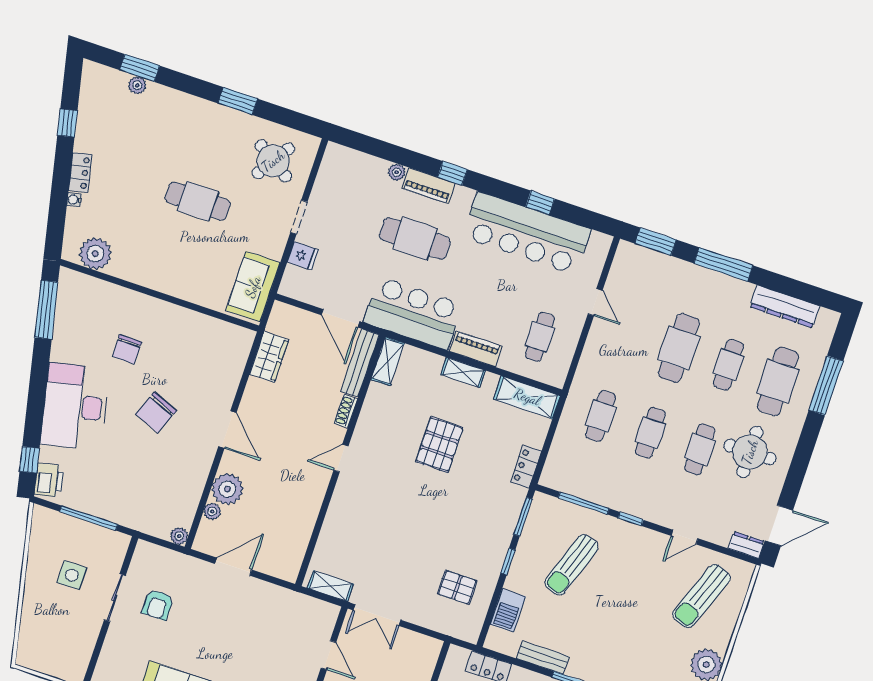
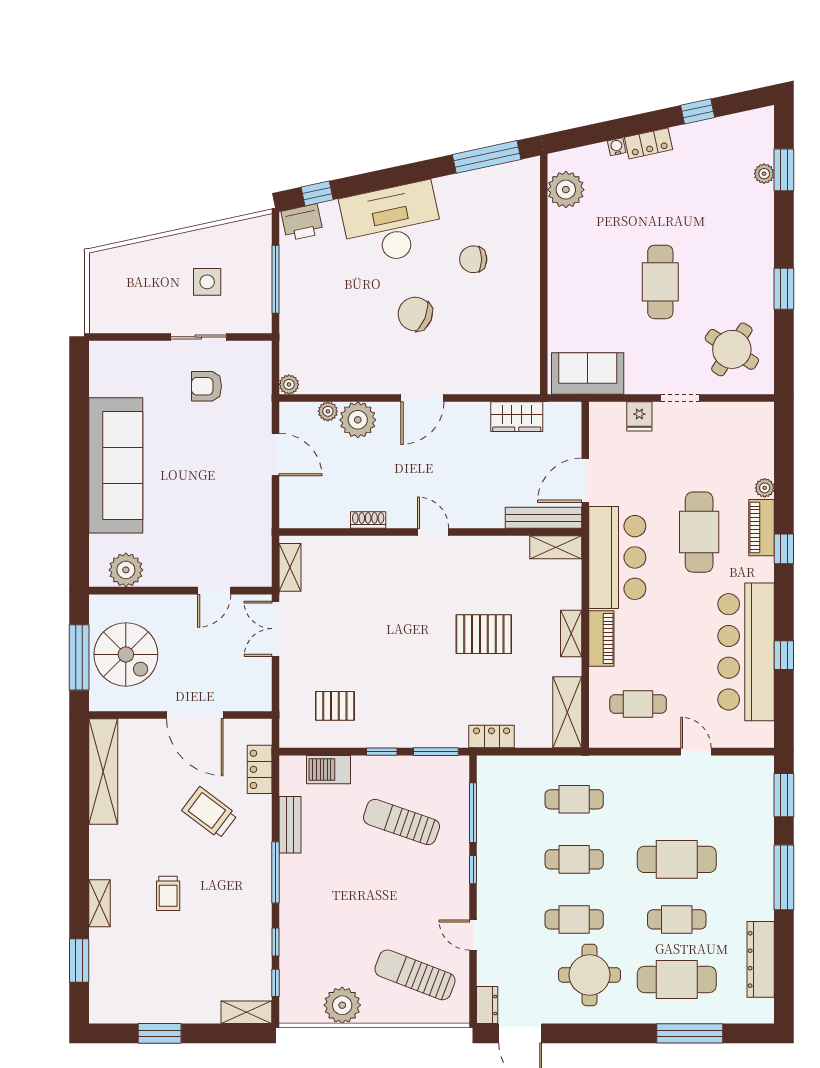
door: (595, 302) -> (696, 752), swing flipped
shoe rack: (346, 411) -> (368, 520), moved
pallet: (457, 587) -> (335, 706), turned 90

